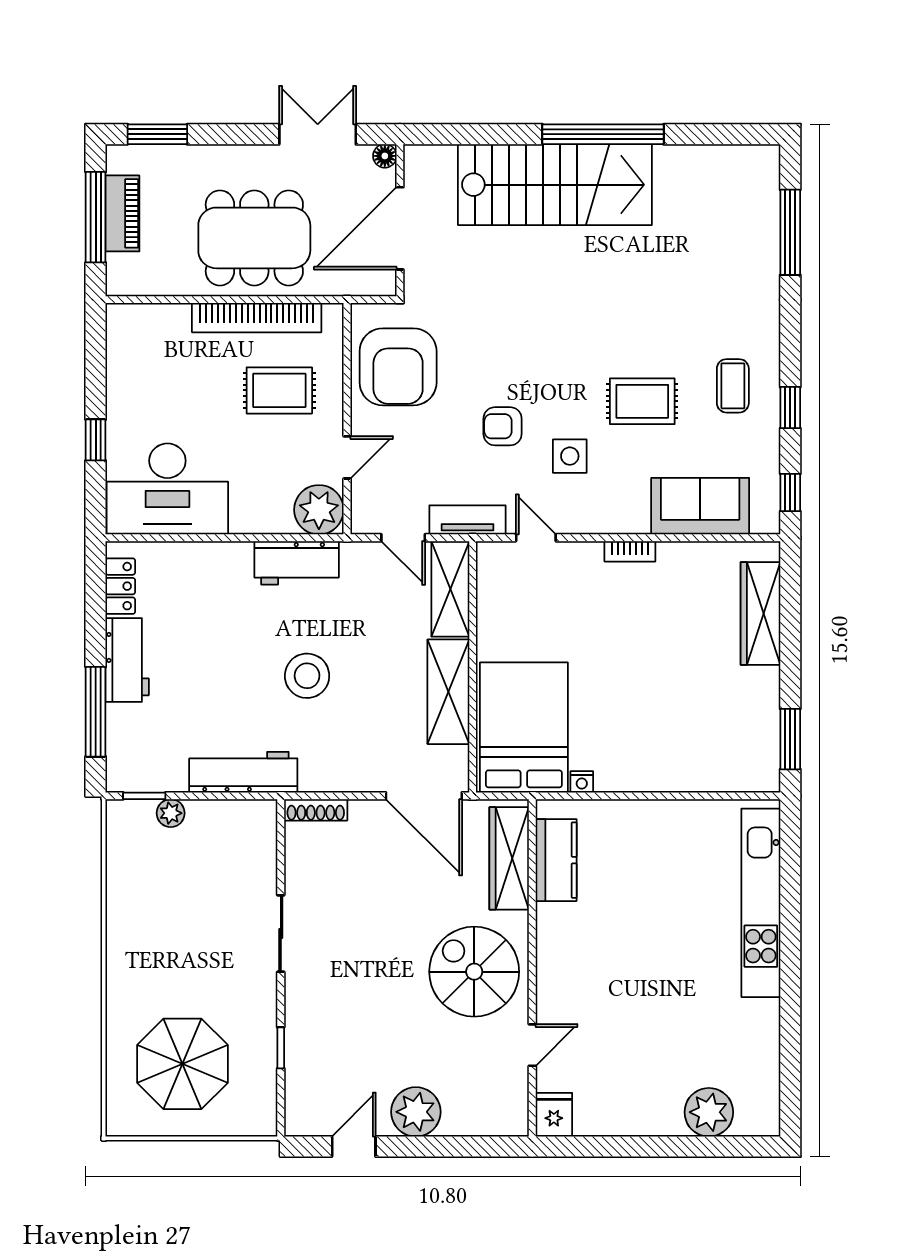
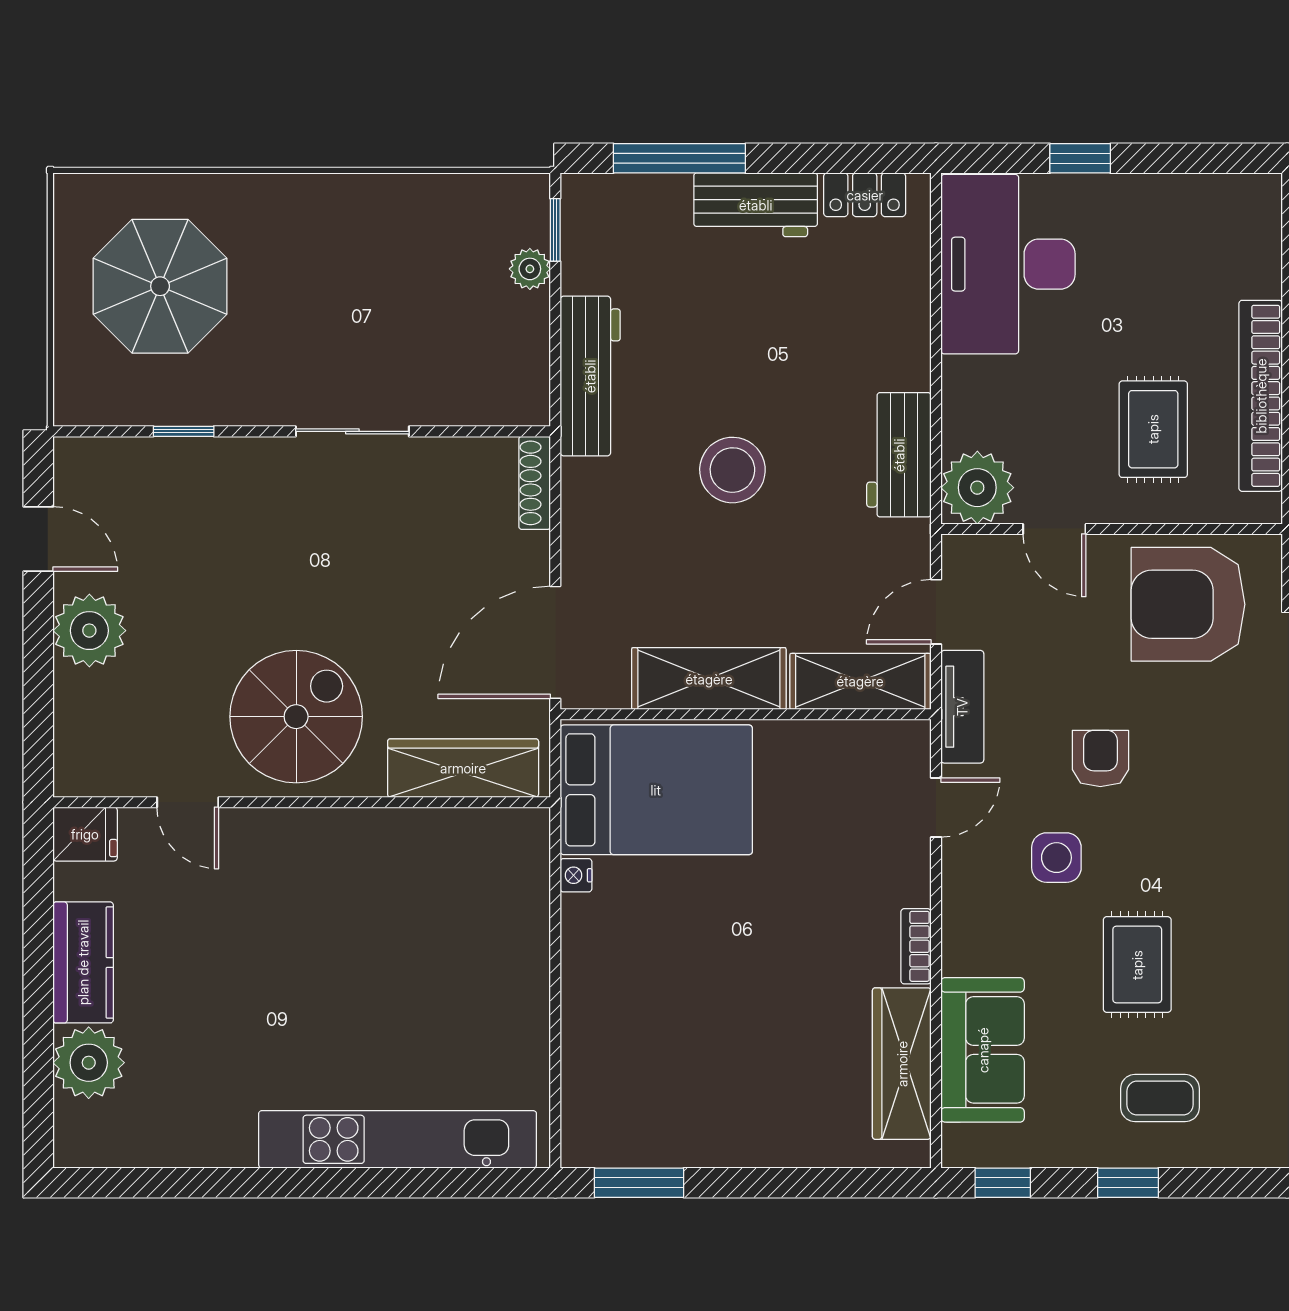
wardrobe: (760, 614) -> (902, 1064), moved, turned -90
kitchen counter: (556, 860) -> (83, 962), moved, turned -90

